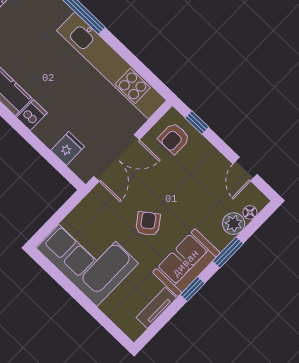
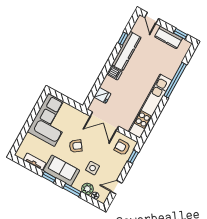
side table: (198, 204) -> (93, 168), added

